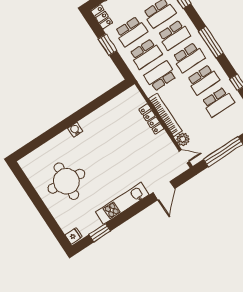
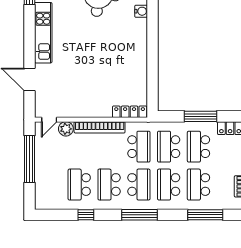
window: (108, 45) -> (201, 116), width x1.44
school desk: (189, 57) -> (139, 185), turned 180
locker: (151, 119) -> (130, 112), moved
water cooler: (75, 130) -> (141, 11), moved

